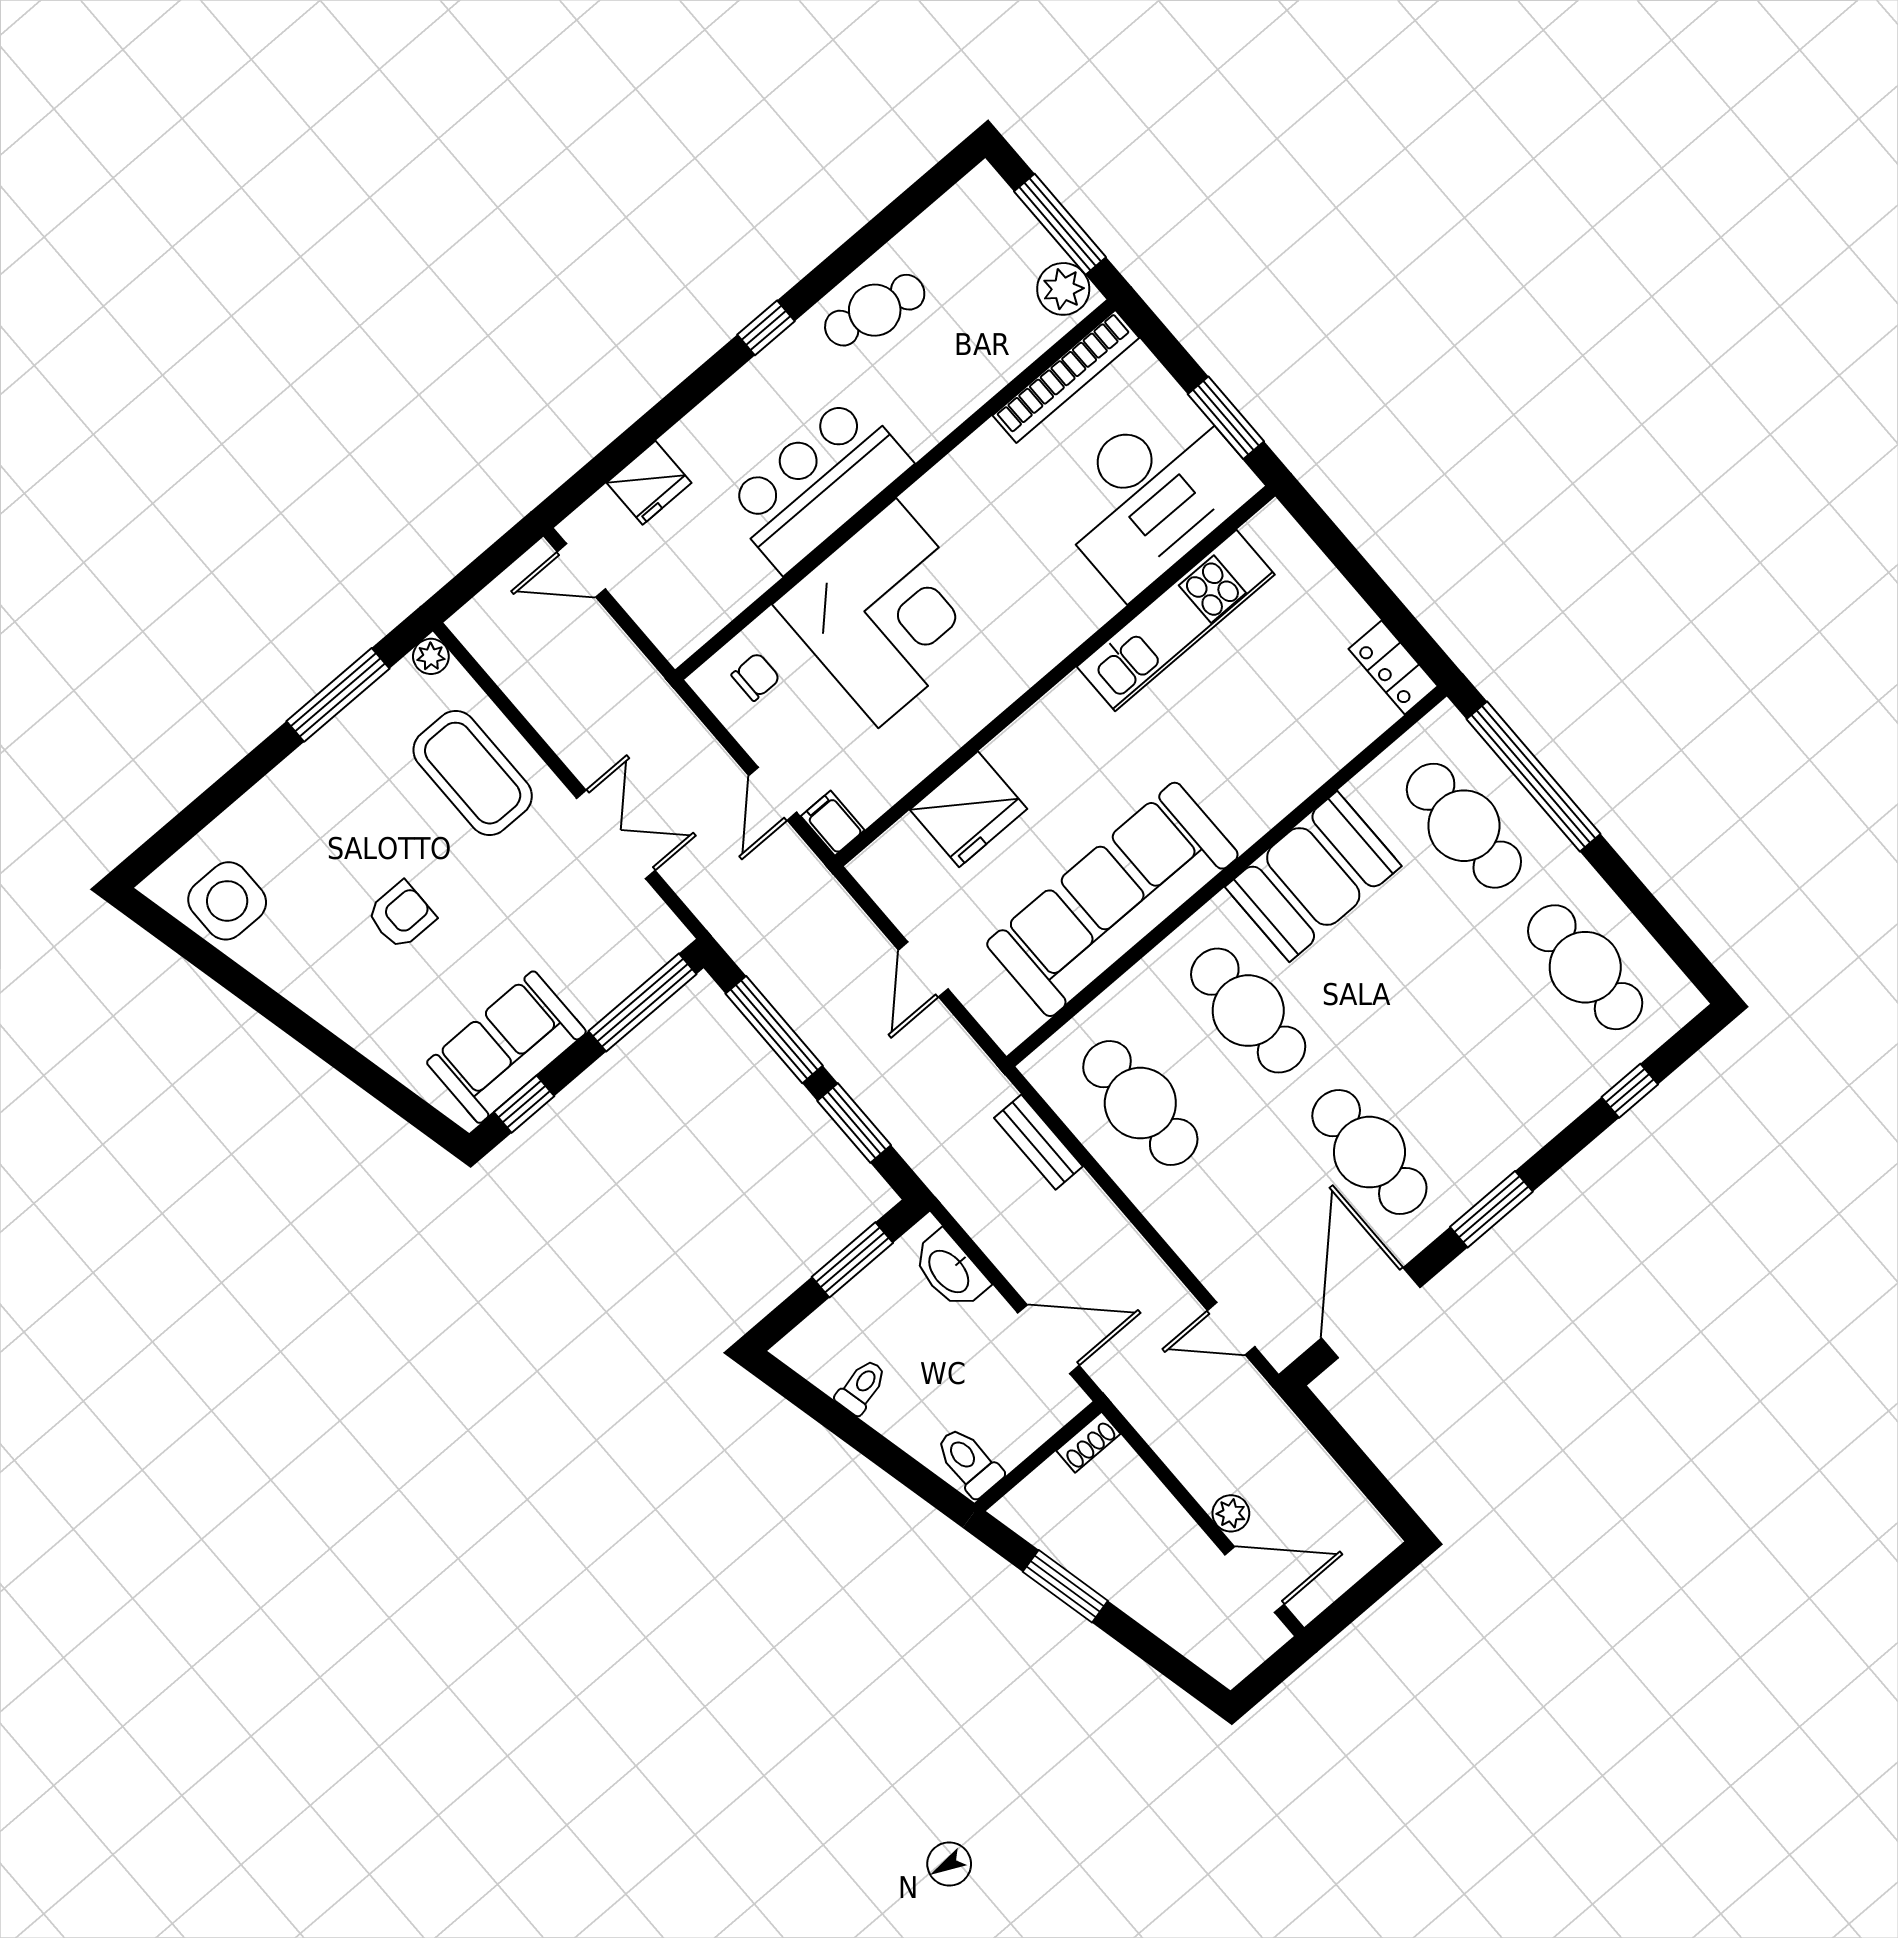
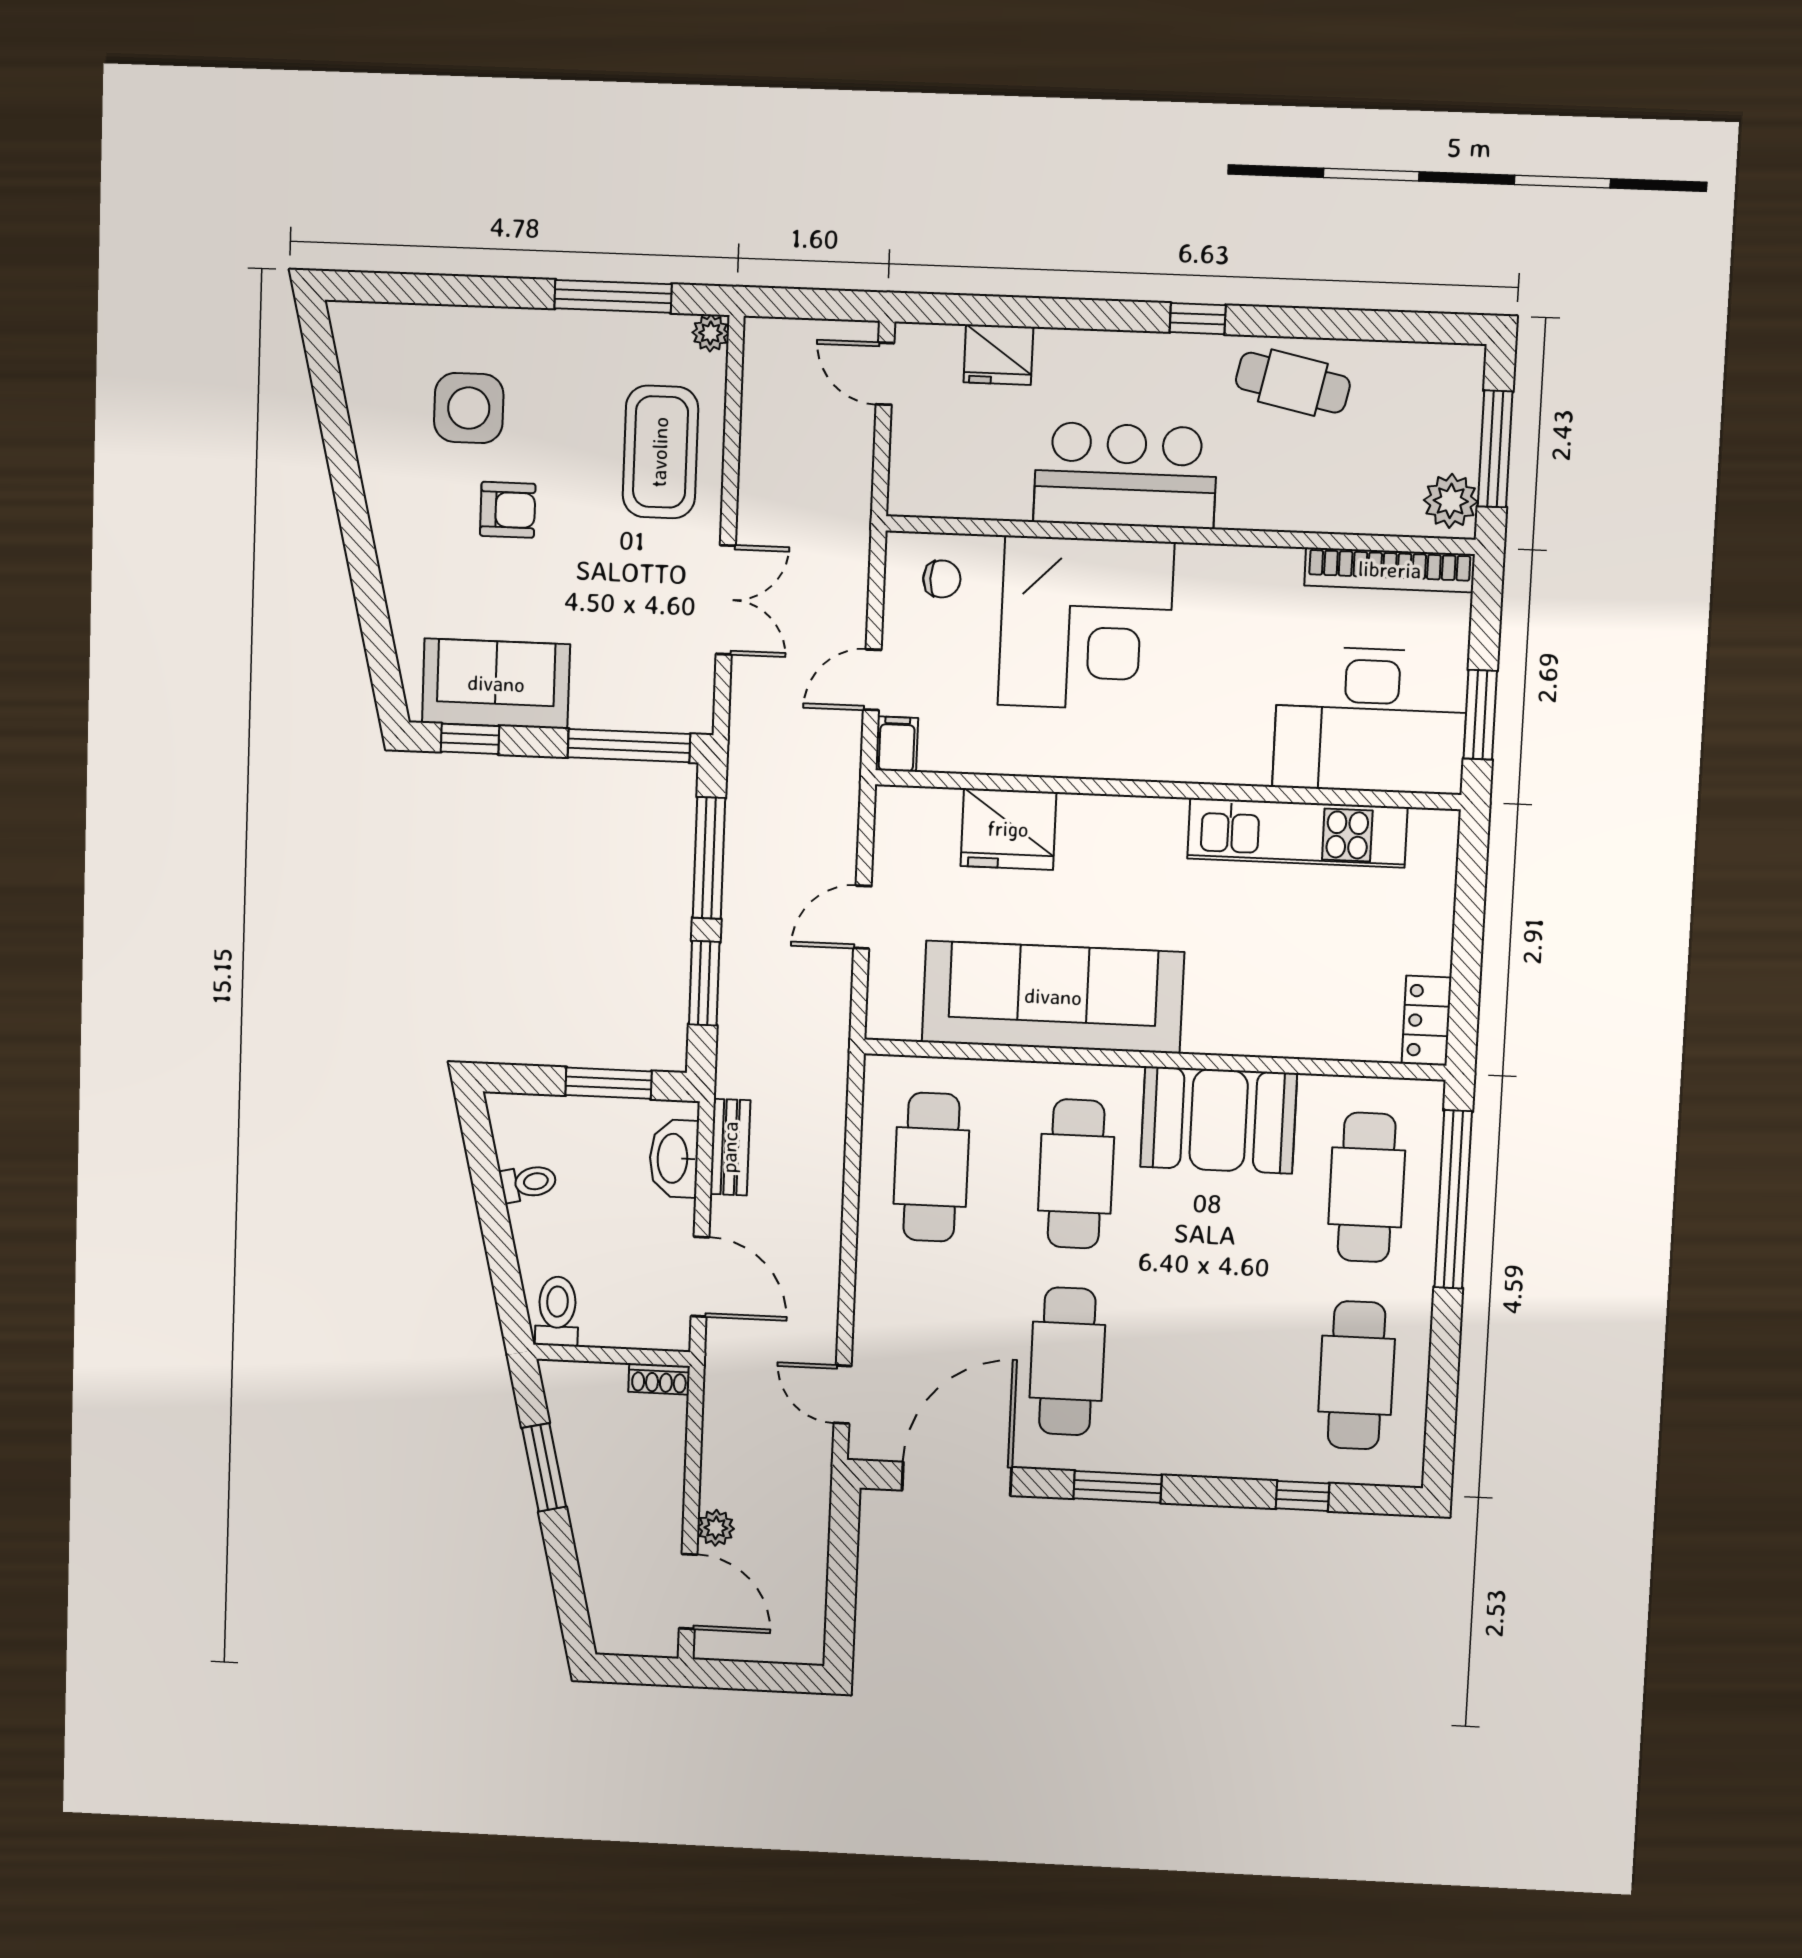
side table: (227, 901) -> (469, 408), moved
bench: (1038, 1142) -> (730, 1147), moved

